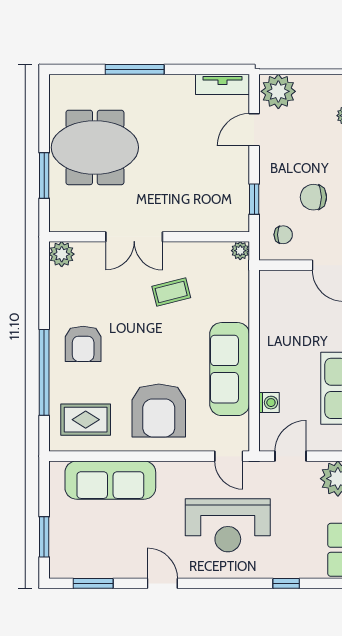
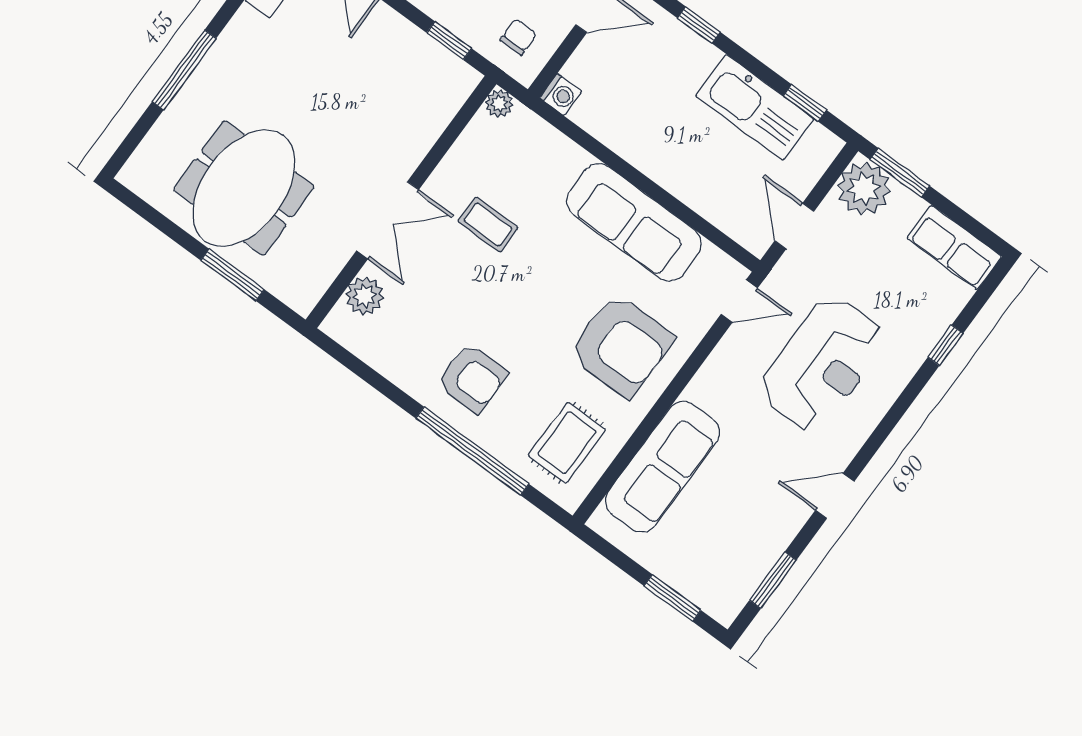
plant: (62, 254) -> (365, 296), moved
coffee table: (171, 292) -> (488, 225), turned -76
washing machine: (269, 403) -> (561, 95), moved, turned 90

